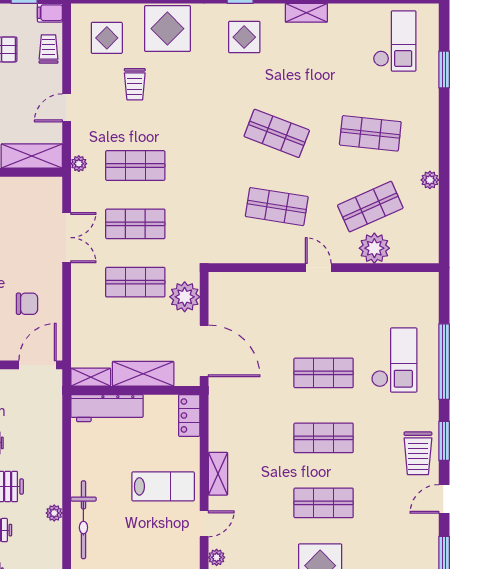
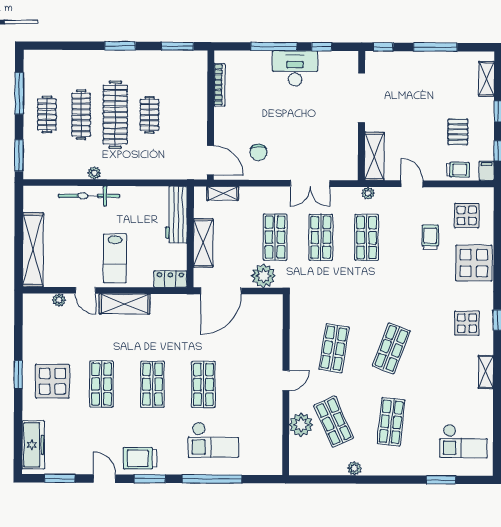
trolley: (135, 84) -> (430, 237), turned 90
shelving: (91, 377) -> (223, 193), moved, turned 90
shelving: (218, 474) -> (125, 304), width x1.50, depth x1.33

